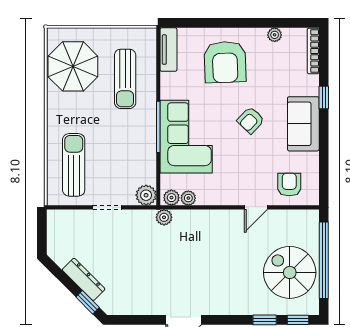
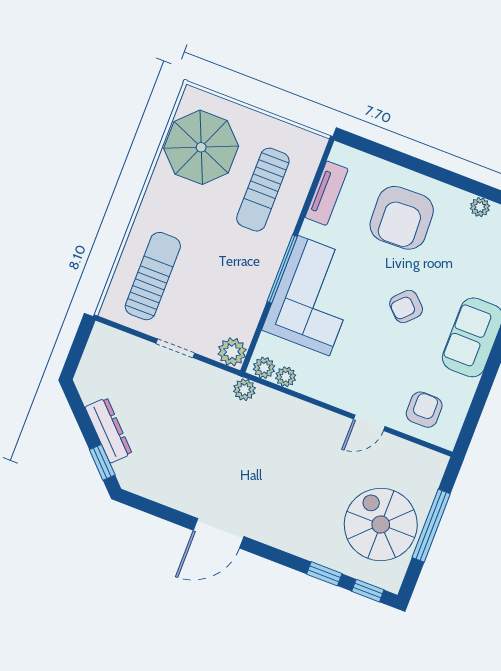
tv unit: (168, 50) -> (327, 193), moved
window: (324, 260) -> (431, 526), width x0.68

